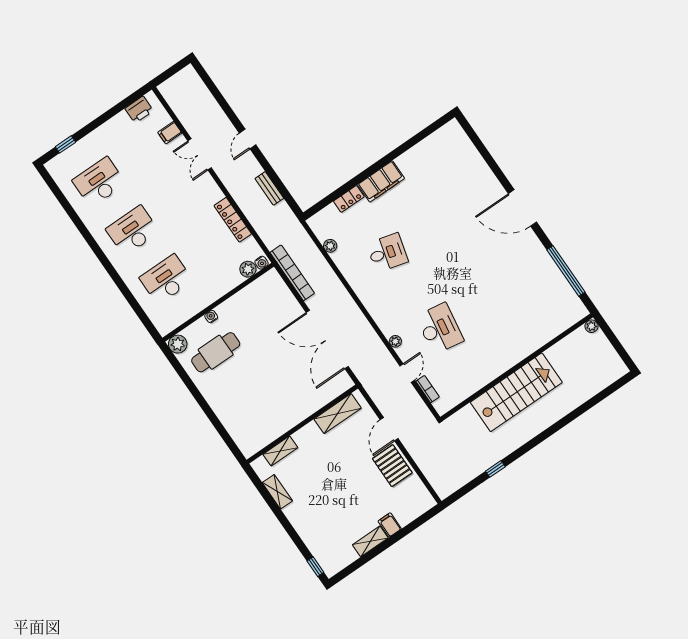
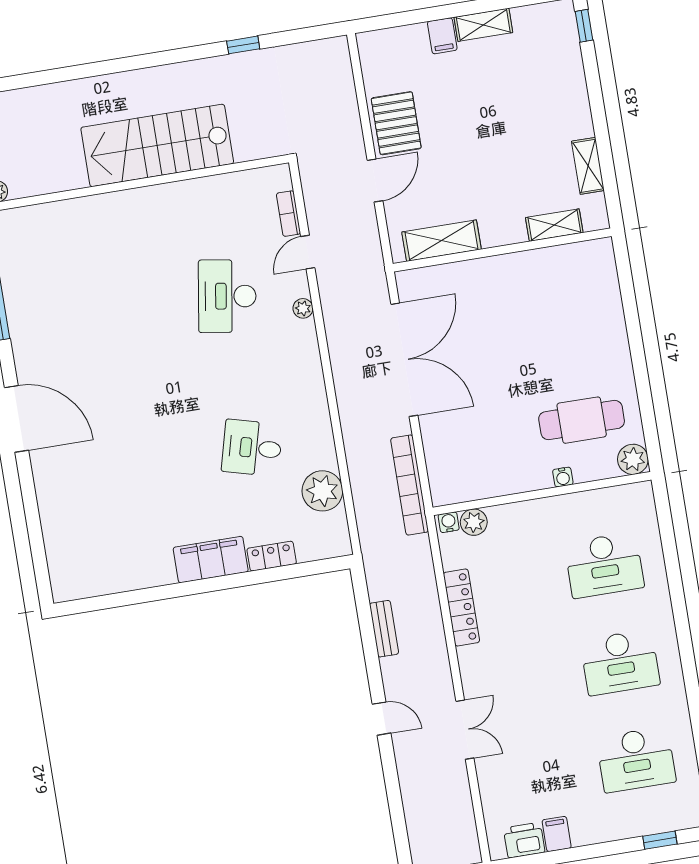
filing cabinet: (170, 133) -> (557, 834), moved, turned -90
door: (248, 139) -> (381, 719), hinge flipped
plant: (330, 246) -> (322, 491), width x1.87, depth x1.87

